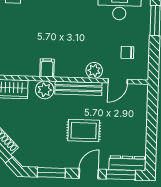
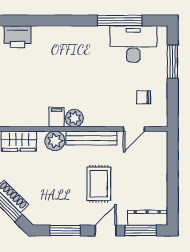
plant: (94, 70) -> (74, 118), moved
rug: (84, 131) -> (99, 184), turned 90

